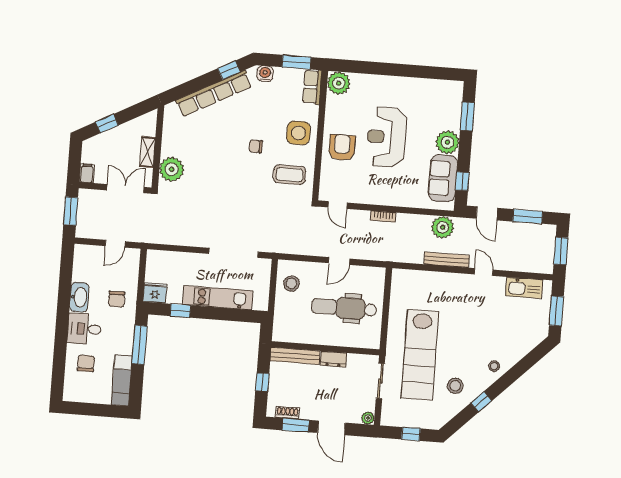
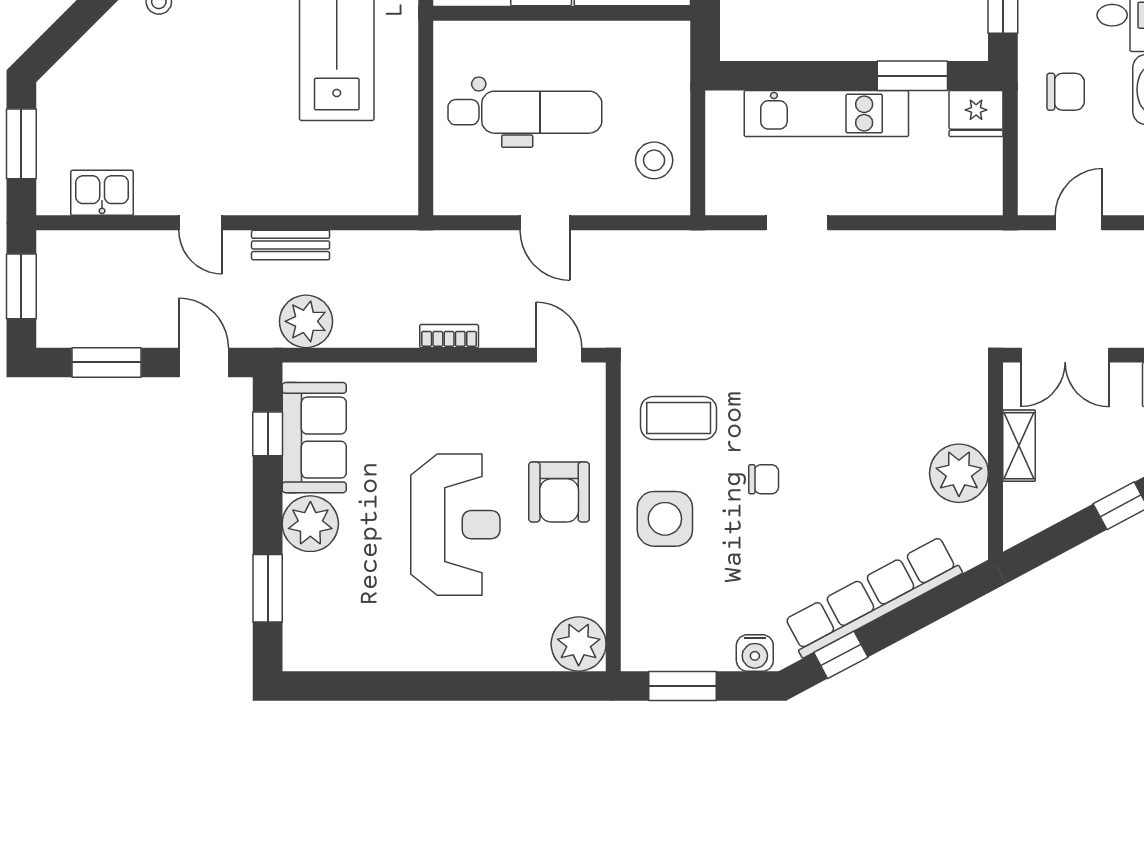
row of seats: (312, 87) -> (640, 630), removed
plant: (172, 169) -> (959, 473), moved
doorway: (234, 253) -> (797, 223), width x0.53
bench: (447, 260) -> (291, 245), width x0.73
door: (339, 261) -> (545, 223), swing flipped
kitchen sink: (524, 288) -> (102, 193), width x0.73
chair: (117, 299) -> (1066, 92), turned 90
window: (180, 311) -> (912, 76), width x1.50

